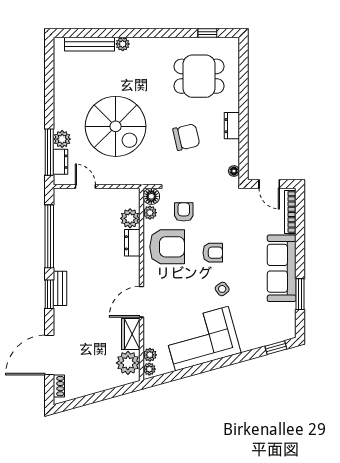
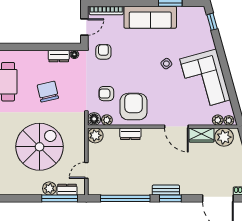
dresser: (232, 126) -> (59, 56), moved
plant: (130, 218) -> (95, 135), moved
armchair: (213, 253) -> (103, 52), moved

